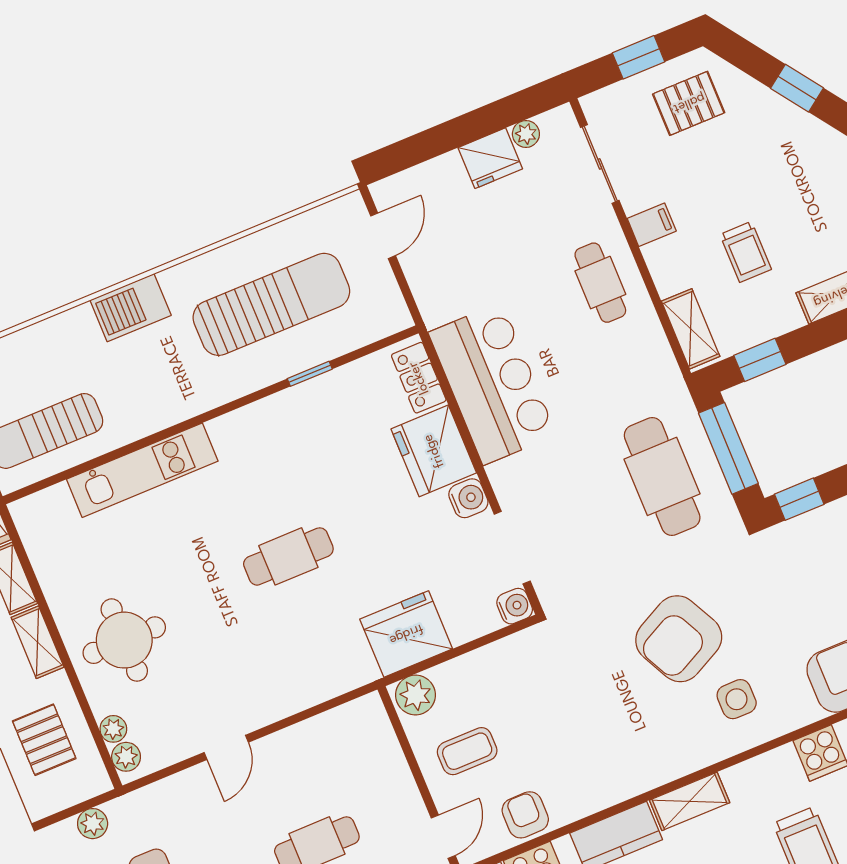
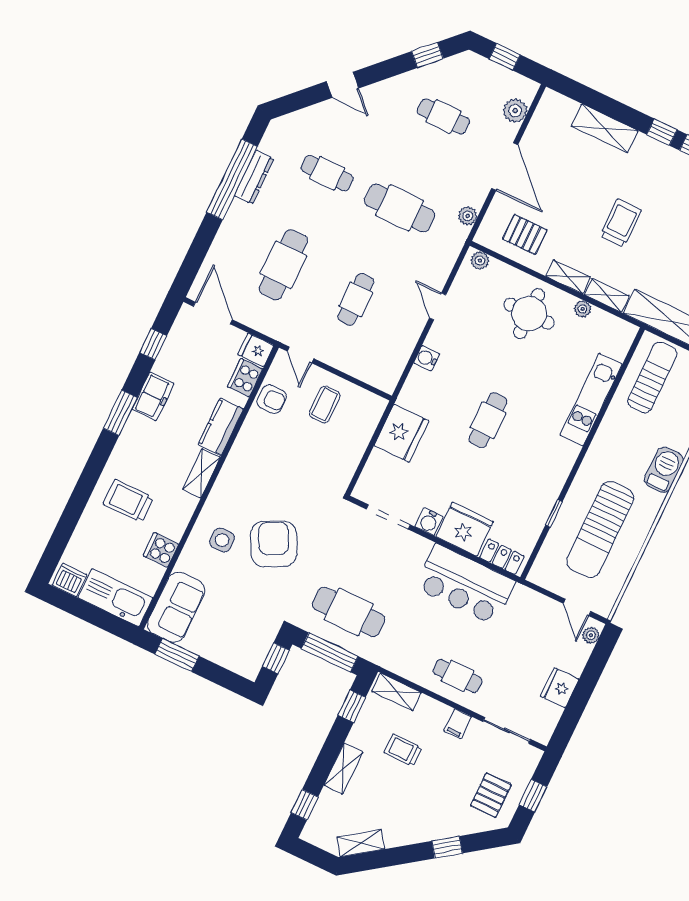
plant: (526, 134) -> (591, 635), moved
water cooler: (515, 606) -> (427, 358), moved, turned 90
plant: (416, 695) -> (372, 409), removed
plant: (113, 729) -> (583, 309), moved

